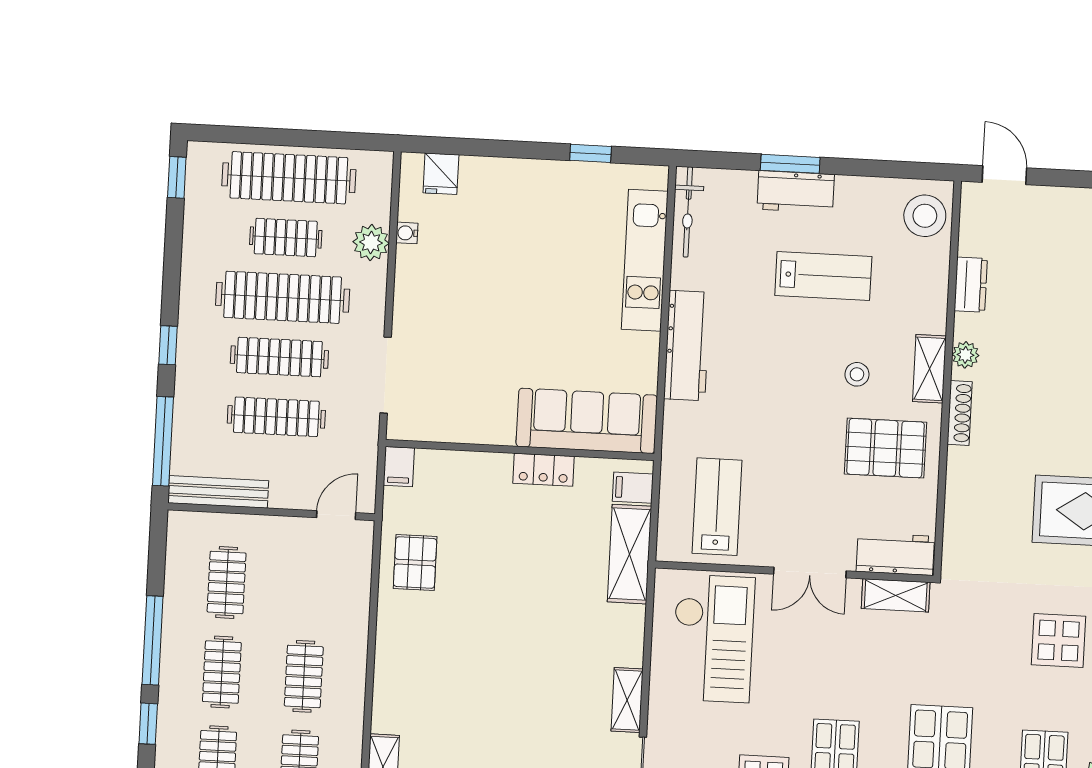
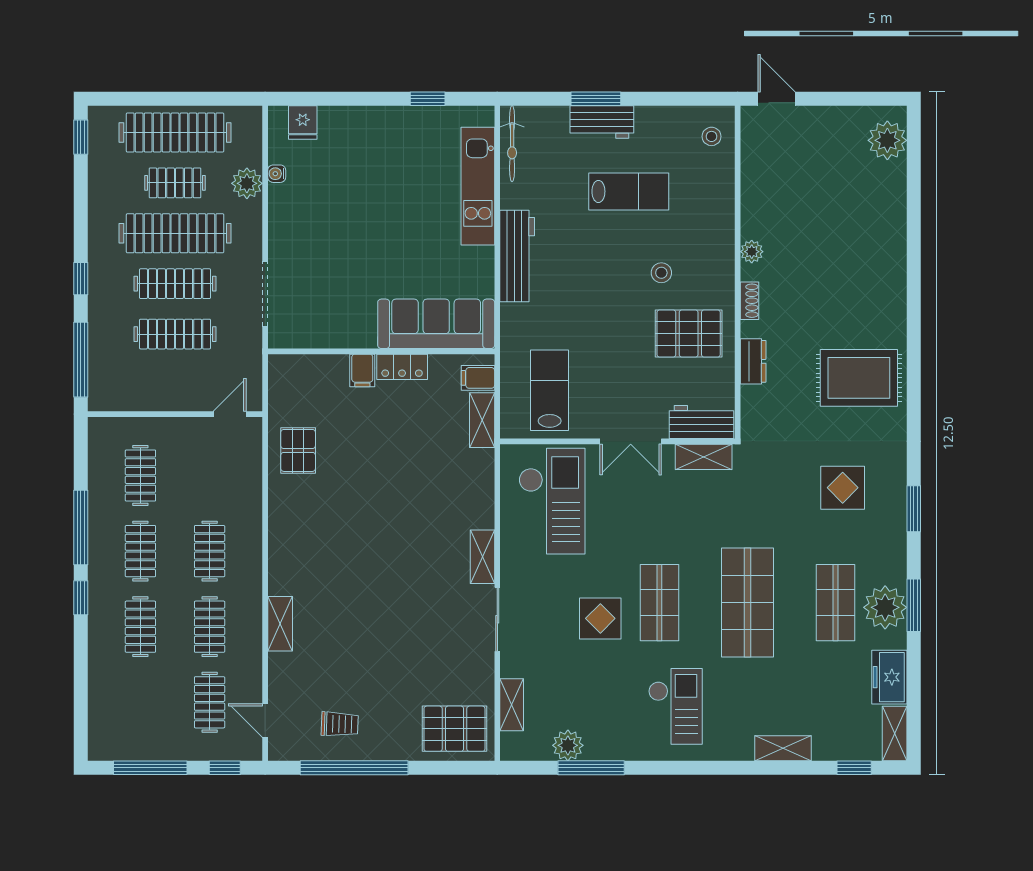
stool: (925, 216) -> (711, 136), width x0.53, depth x0.53
dresser: (971, 285) -> (753, 361), moved
shelving: (929, 369) -> (722, 265), removed
shoe rack: (960, 413) -> (749, 301), width x0.70
filing cabinet: (399, 467) -> (362, 370), moved
bench: (218, 492) -> (129, 400), removed
shelving: (629, 554) -> (482, 420), width x0.67, depth x0.75

